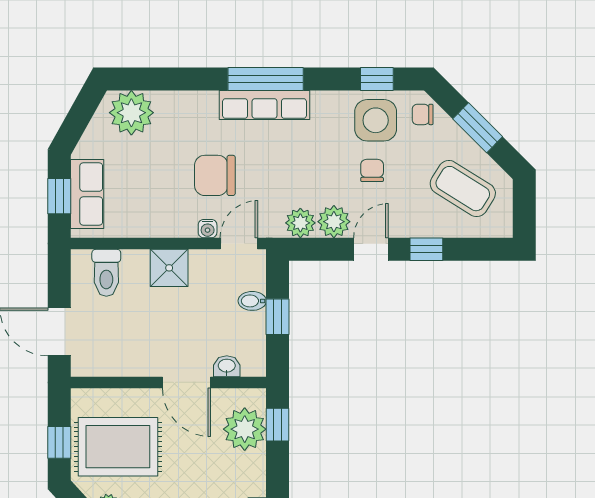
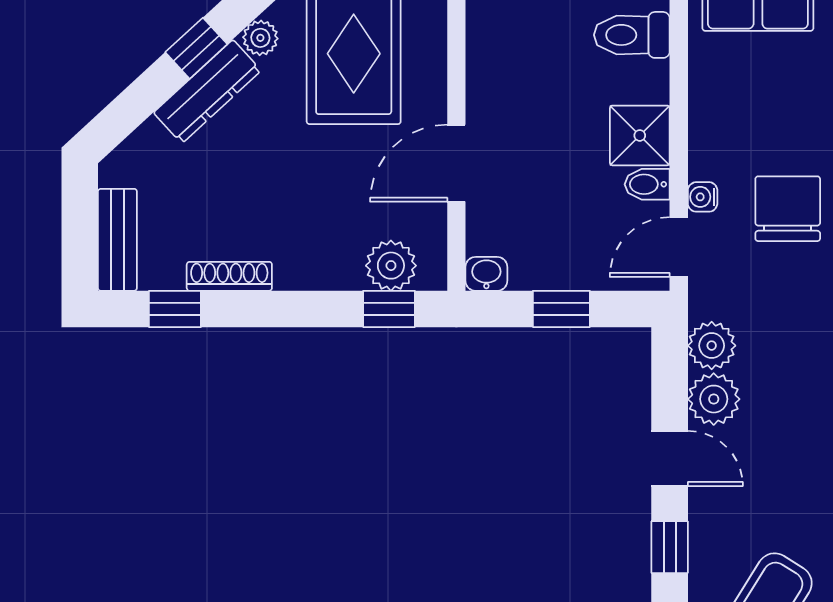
chair: (372, 170) -> (796, 460), removed
door: (239, 244) -> (679, 247), swing flipped
bidet: (252, 301) -> (647, 184), moved, turned -90
washbasin: (227, 366) -> (486, 274), moved, turned -90
plant: (245, 429) -> (391, 266), width x0.73, depth x0.73

